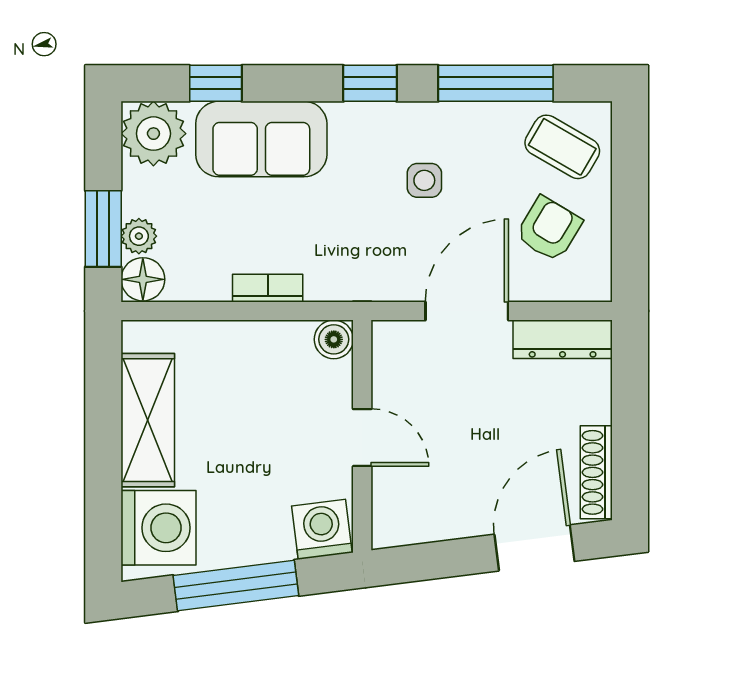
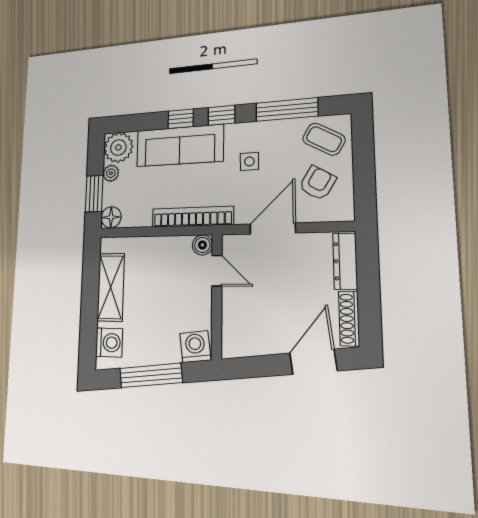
window: (216, 83) -> (181, 119), moved
sofa: (261, 139) -> (180, 146), width x1.36
plant: (139, 236) -> (111, 173), moved
bookcase: (268, 288) -> (192, 217), width x2.31, depth x1.31
dresser: (563, 339) -> (345, 261), moved, turned 90
door: (362, 438) -> (217, 271), moved
washing machine: (159, 528) -> (109, 343), width x0.73, depth x0.73

